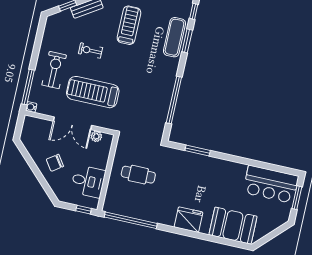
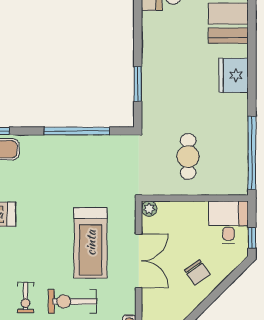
exercise bike: (90, 51) -> (26, 298), moved
plant: (96, 136) -> (149, 209), moved
desk: (88, 181) -> (228, 222), moved
window: (84, 210) -> (252, 238), moved

